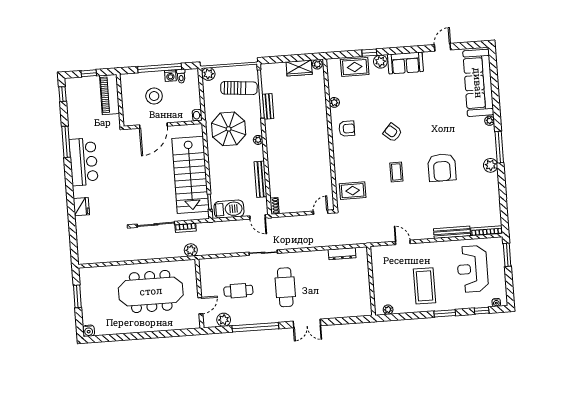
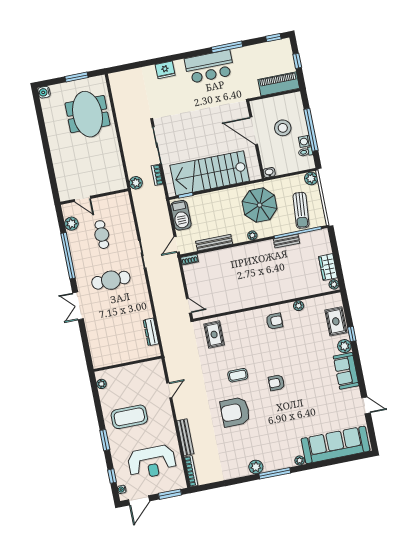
armchair: (347, 129) -> (274, 321), turned -90
armchair: (393, 133) -> (276, 383), moved, turned -131
armchair: (442, 168) -> (235, 412), moved
reception desk: (473, 269) -> (152, 462), turned 180
door: (509, 287) -> (139, 500), added
meeting table: (151, 291) -> (87, 114), moved, width x0.73

